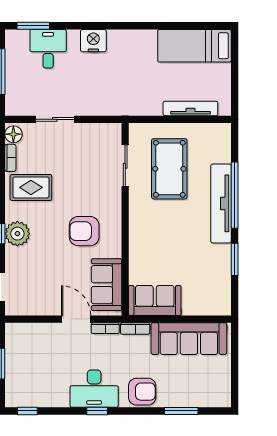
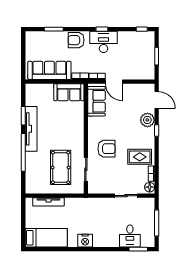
nightstand: (93, 41) -> (85, 241), moved
tv unit: (221, 203) -> (31, 129), moved
armchair: (84, 231) -> (106, 149), moved
plant: (17, 234) -> (147, 120), moved

